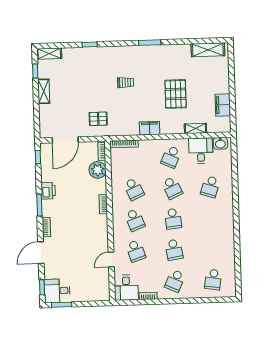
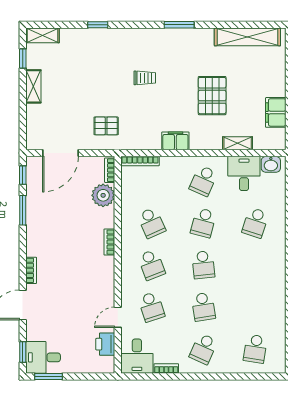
shelving: (208, 50) -> (247, 37), width x1.47
school desk: (172, 188) -> (203, 223), turned 39
printer: (48, 191) -> (105, 344), moved, turned 180
window: (39, 205) -> (23, 210), moved

